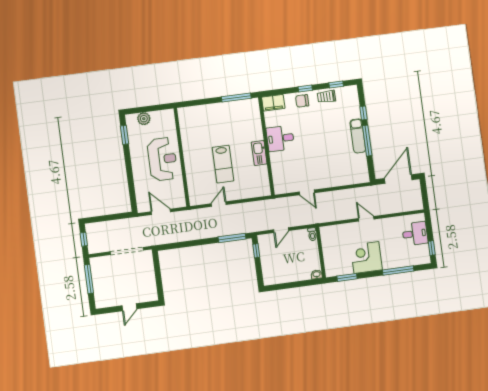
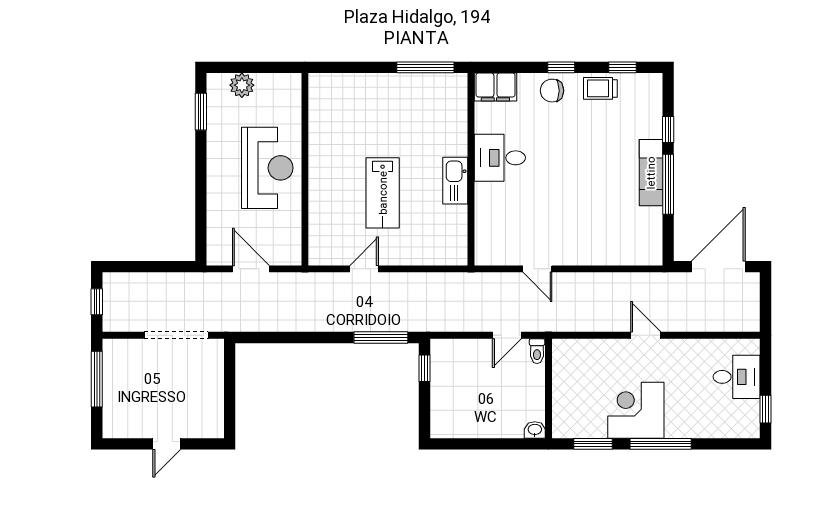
door: (281, 230) -> (507, 335), moved
window: (398, 271) -> (661, 444), moved

